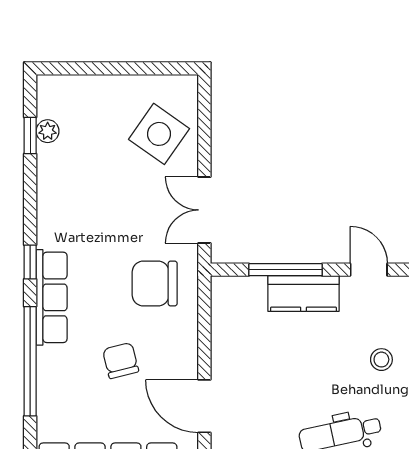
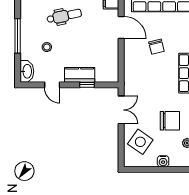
water cooler: (105, 88) -> (163, 161), added
window: (286, 270) -> (87, 85), width x0.46
chair: (155, 284) -> (170, 121), moved

